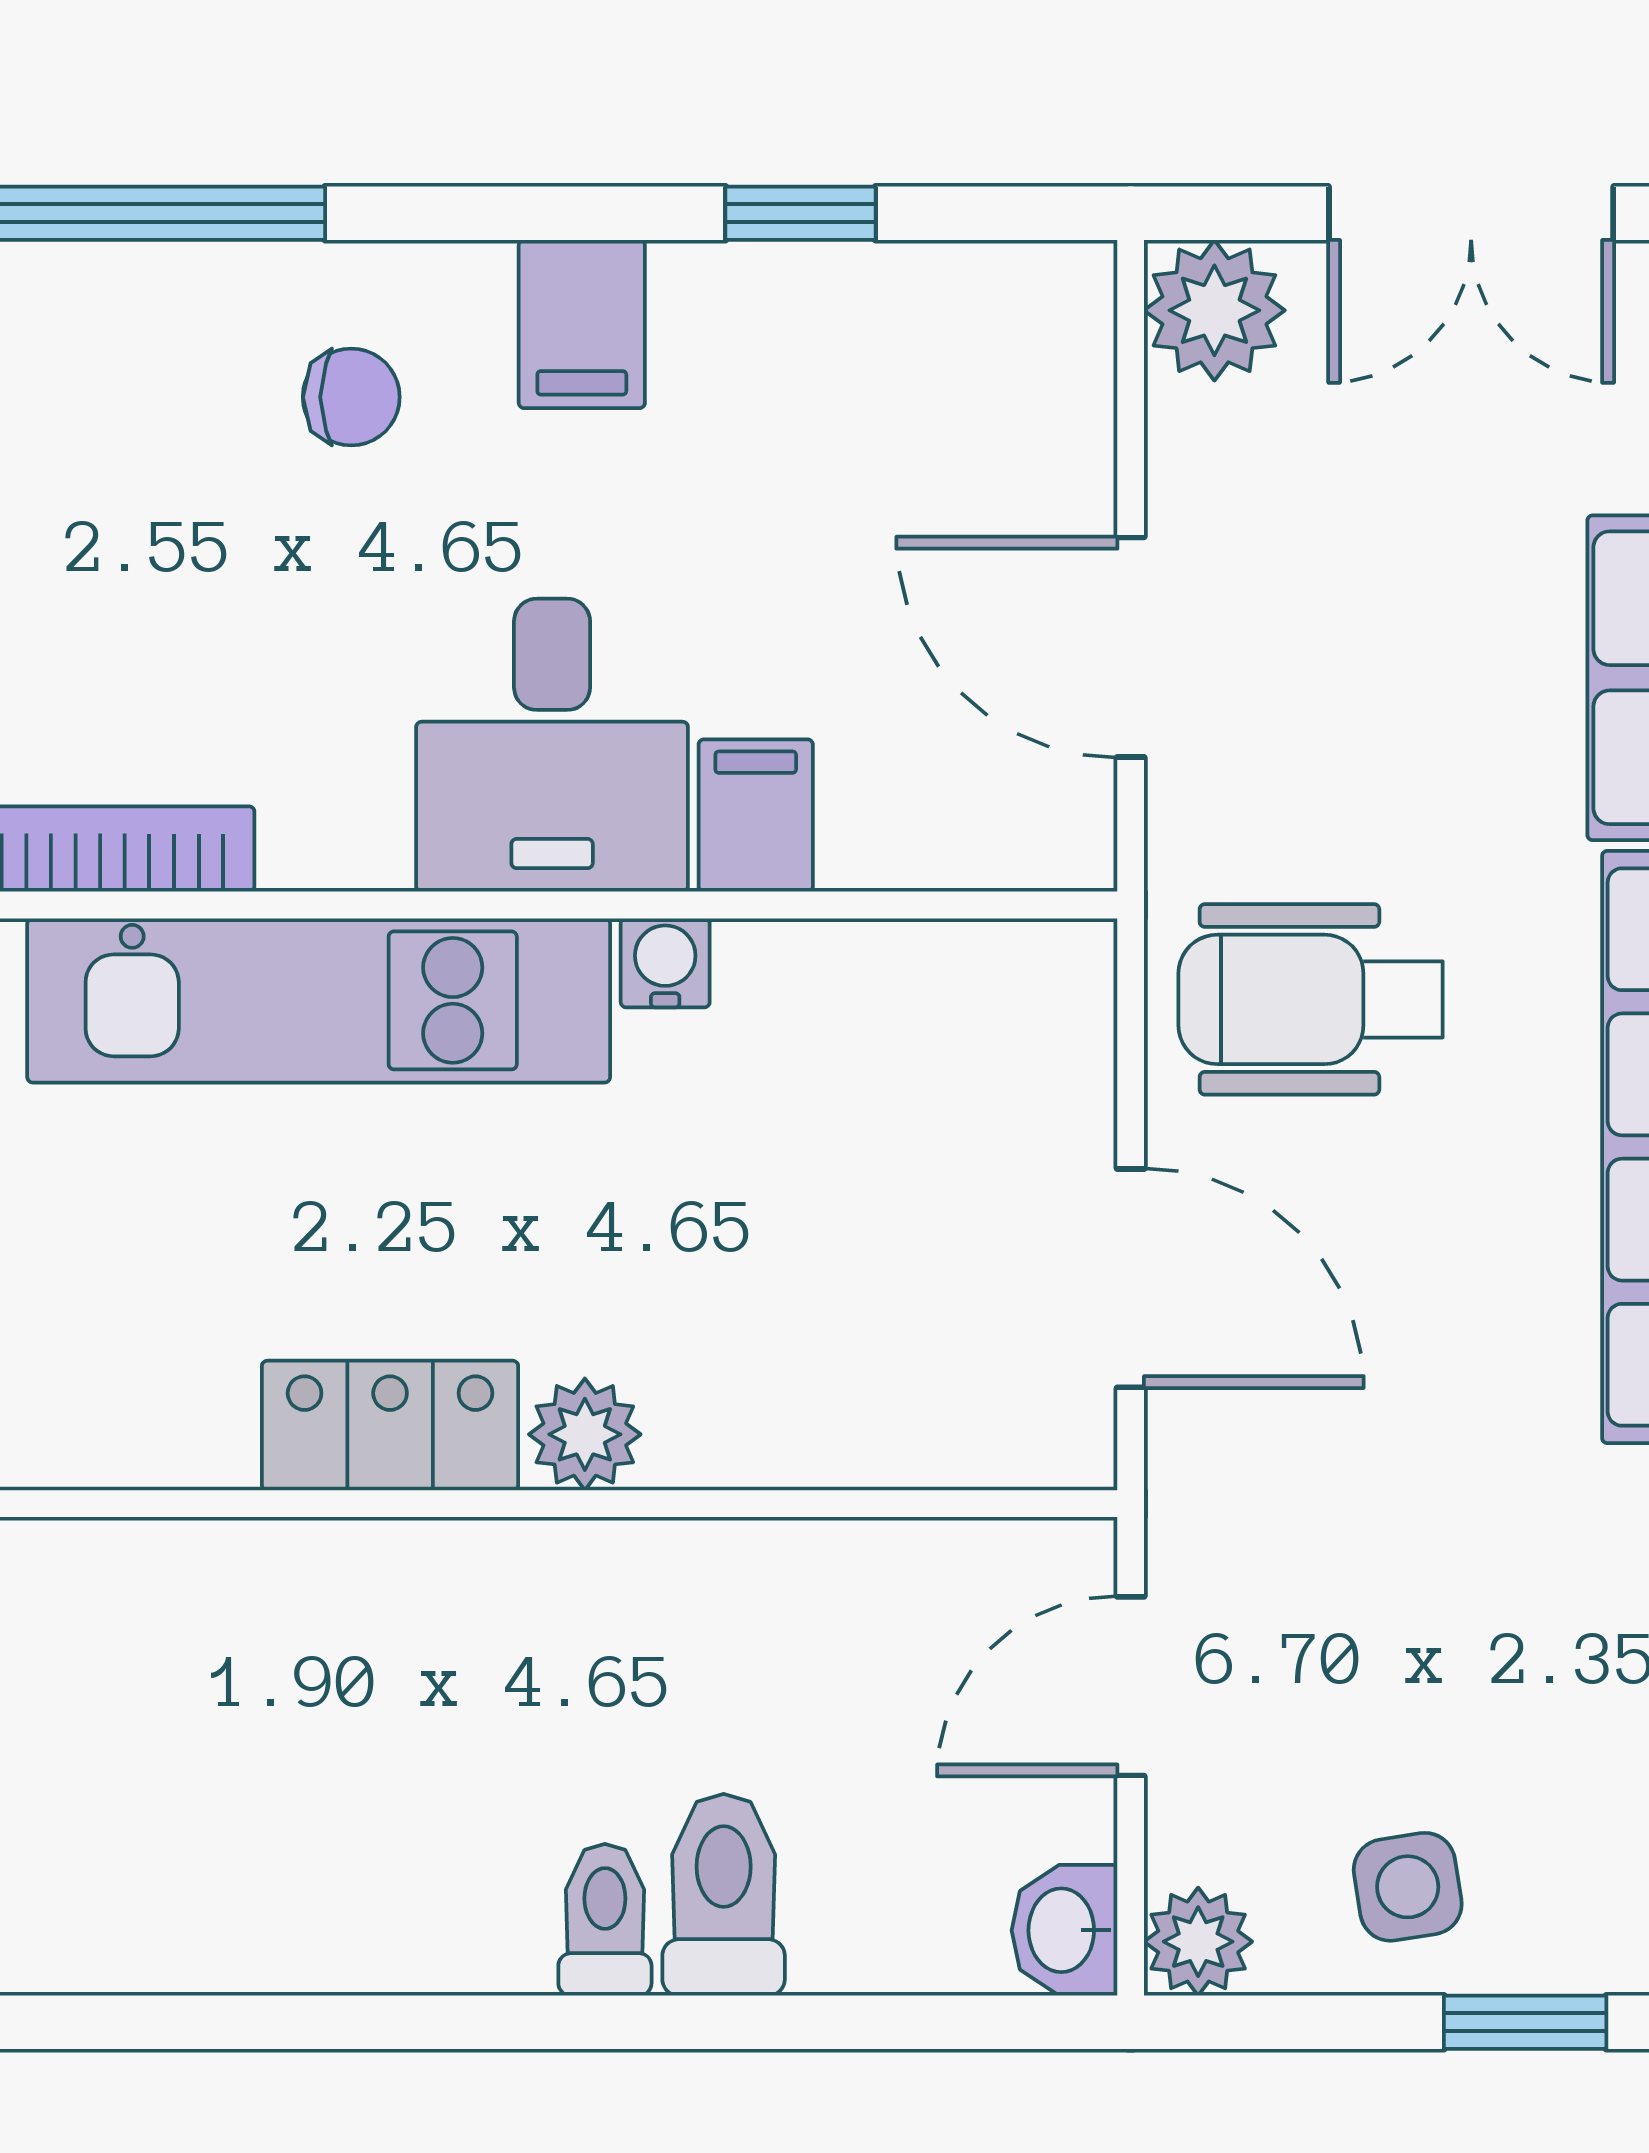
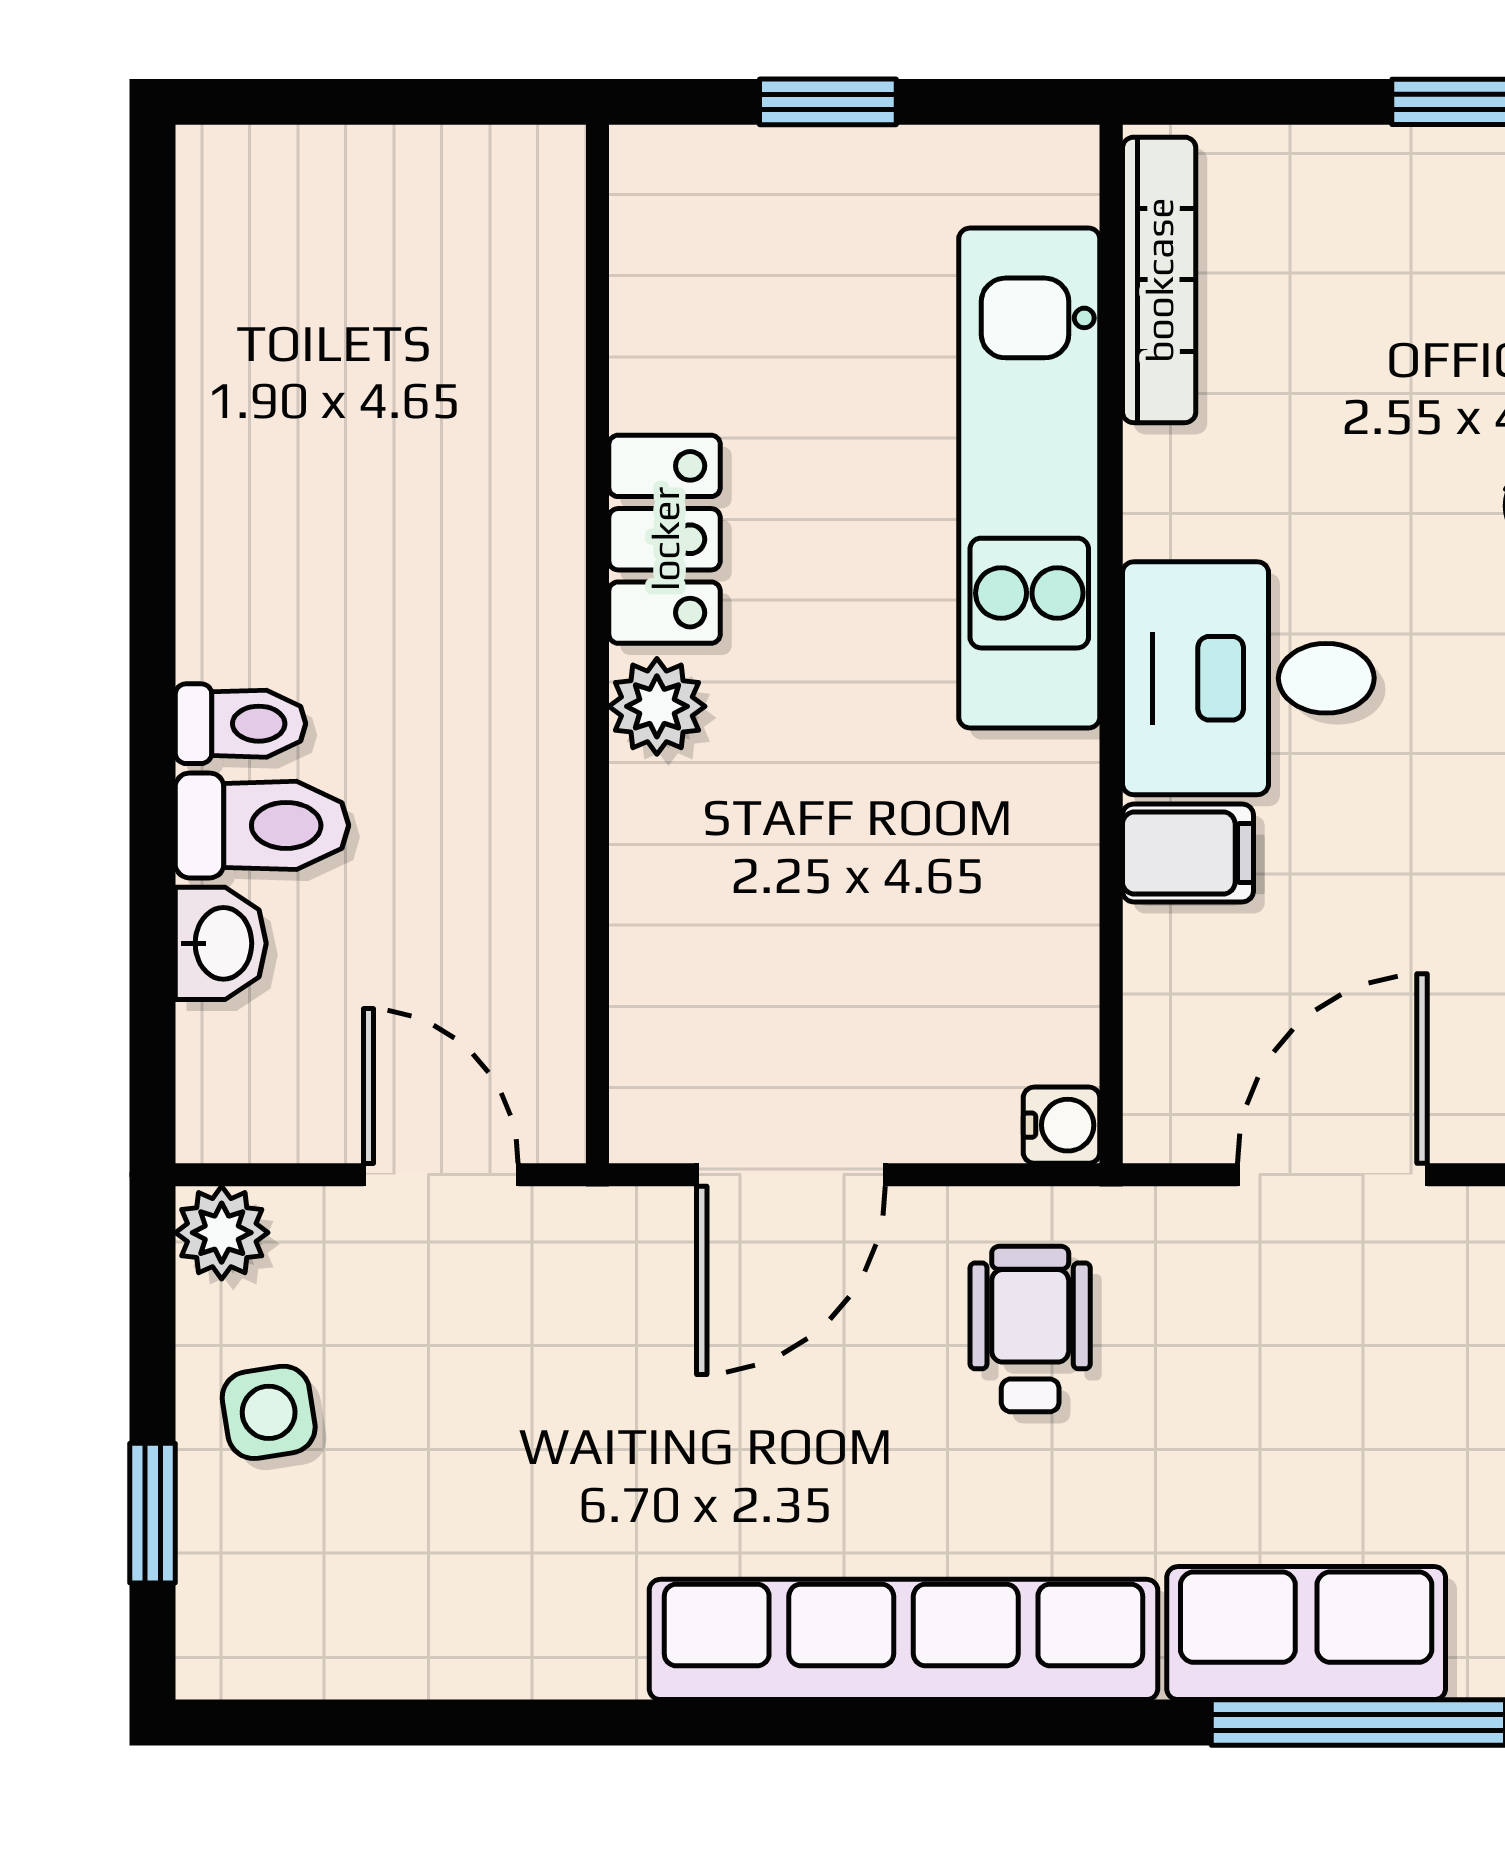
water cooler: (665, 963) -> (1062, 1125), moved
wheelchair: (1311, 999) -> (1030, 1329), width x0.73, depth x0.73
washbasin: (1064, 1930) -> (221, 943), moved, turned 90

